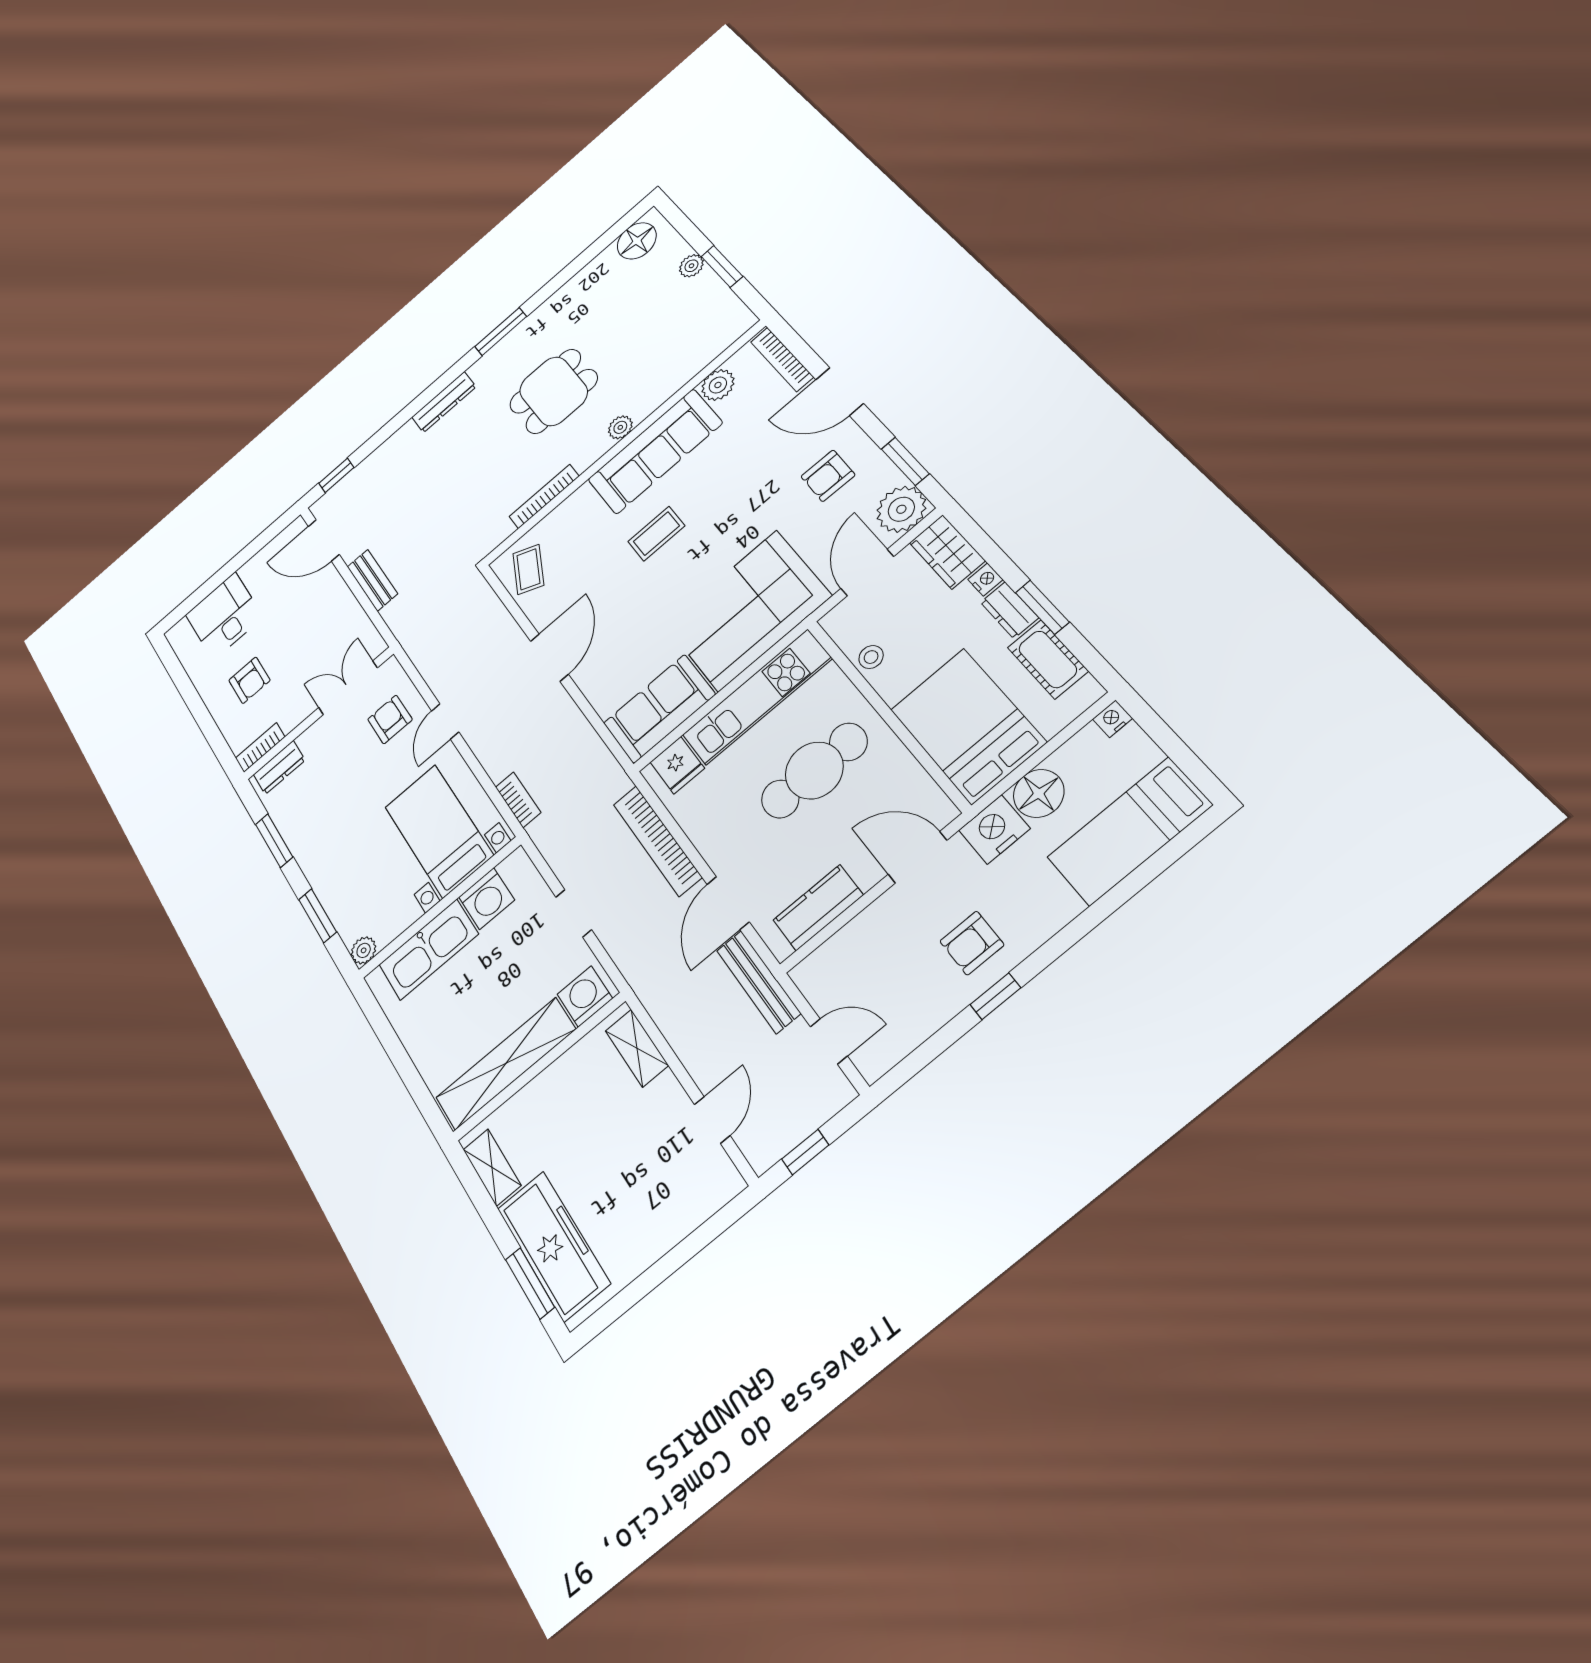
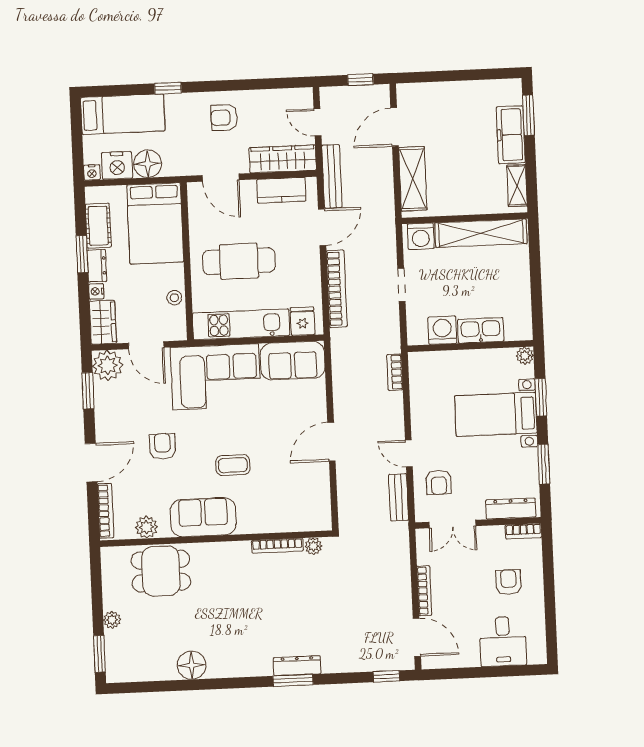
floor lamp: (637, 241) -> (192, 665), moved
window: (722, 266) -> (99, 654), moved
window: (501, 332) -> (293, 680), moved
dining table: (553, 391) -> (161, 571), moved
door: (840, 392) -> (91, 463), hinge flipped
plant: (620, 427) -> (313, 546), moved
sofa: (655, 451) -> (203, 517), width x0.73
armchair: (828, 476) -> (162, 446), moved, turned -91
coffee table: (528, 569) -> (312, 507), removed
door: (867, 572) -> (146, 345), hinge flipped
bench: (372, 580) -> (399, 497), moved
bookcase: (342, 593) -> (424, 591), added
door: (445, 721) -> (409, 453), swing flipped
dresser: (279, 767) -> (511, 509), width x1.44
nightstand: (994, 829) -> (117, 165), moved
bed with nightstands: (439, 831) -> (496, 414), moved, turned 90
armchair: (972, 943) -> (224, 118), turned 180
kitchen sink: (429, 949) -> (481, 330), width x0.73, depth x0.81
wardrobe: (845, 951) -> (283, 159), added
window: (995, 996) -> (168, 88), moved
shelving: (637, 1048) -> (413, 179), width x1.50, depth x1.33
door: (712, 1120) -> (395, 127), width x1.37
freezer: (553, 1246) -> (511, 135), width x0.73, depth x0.79

